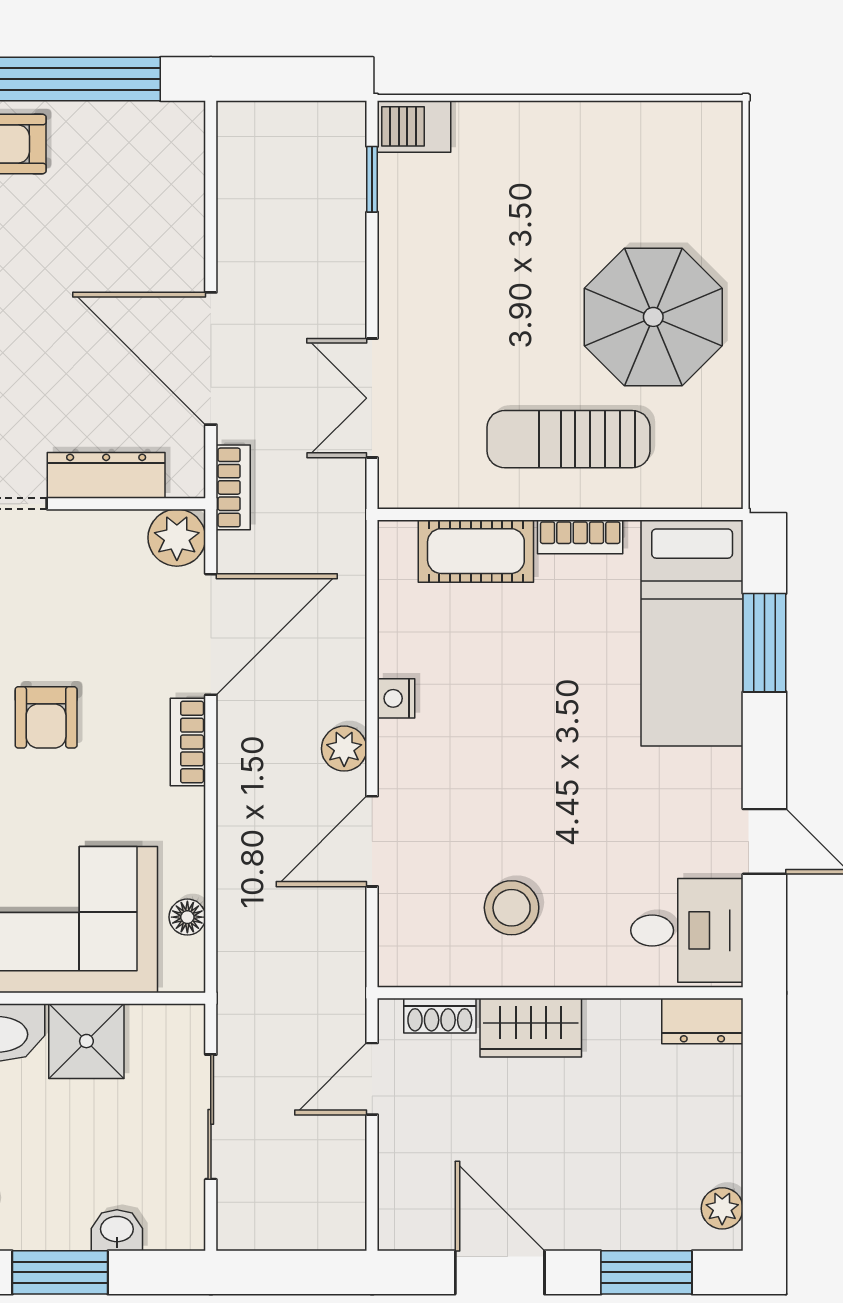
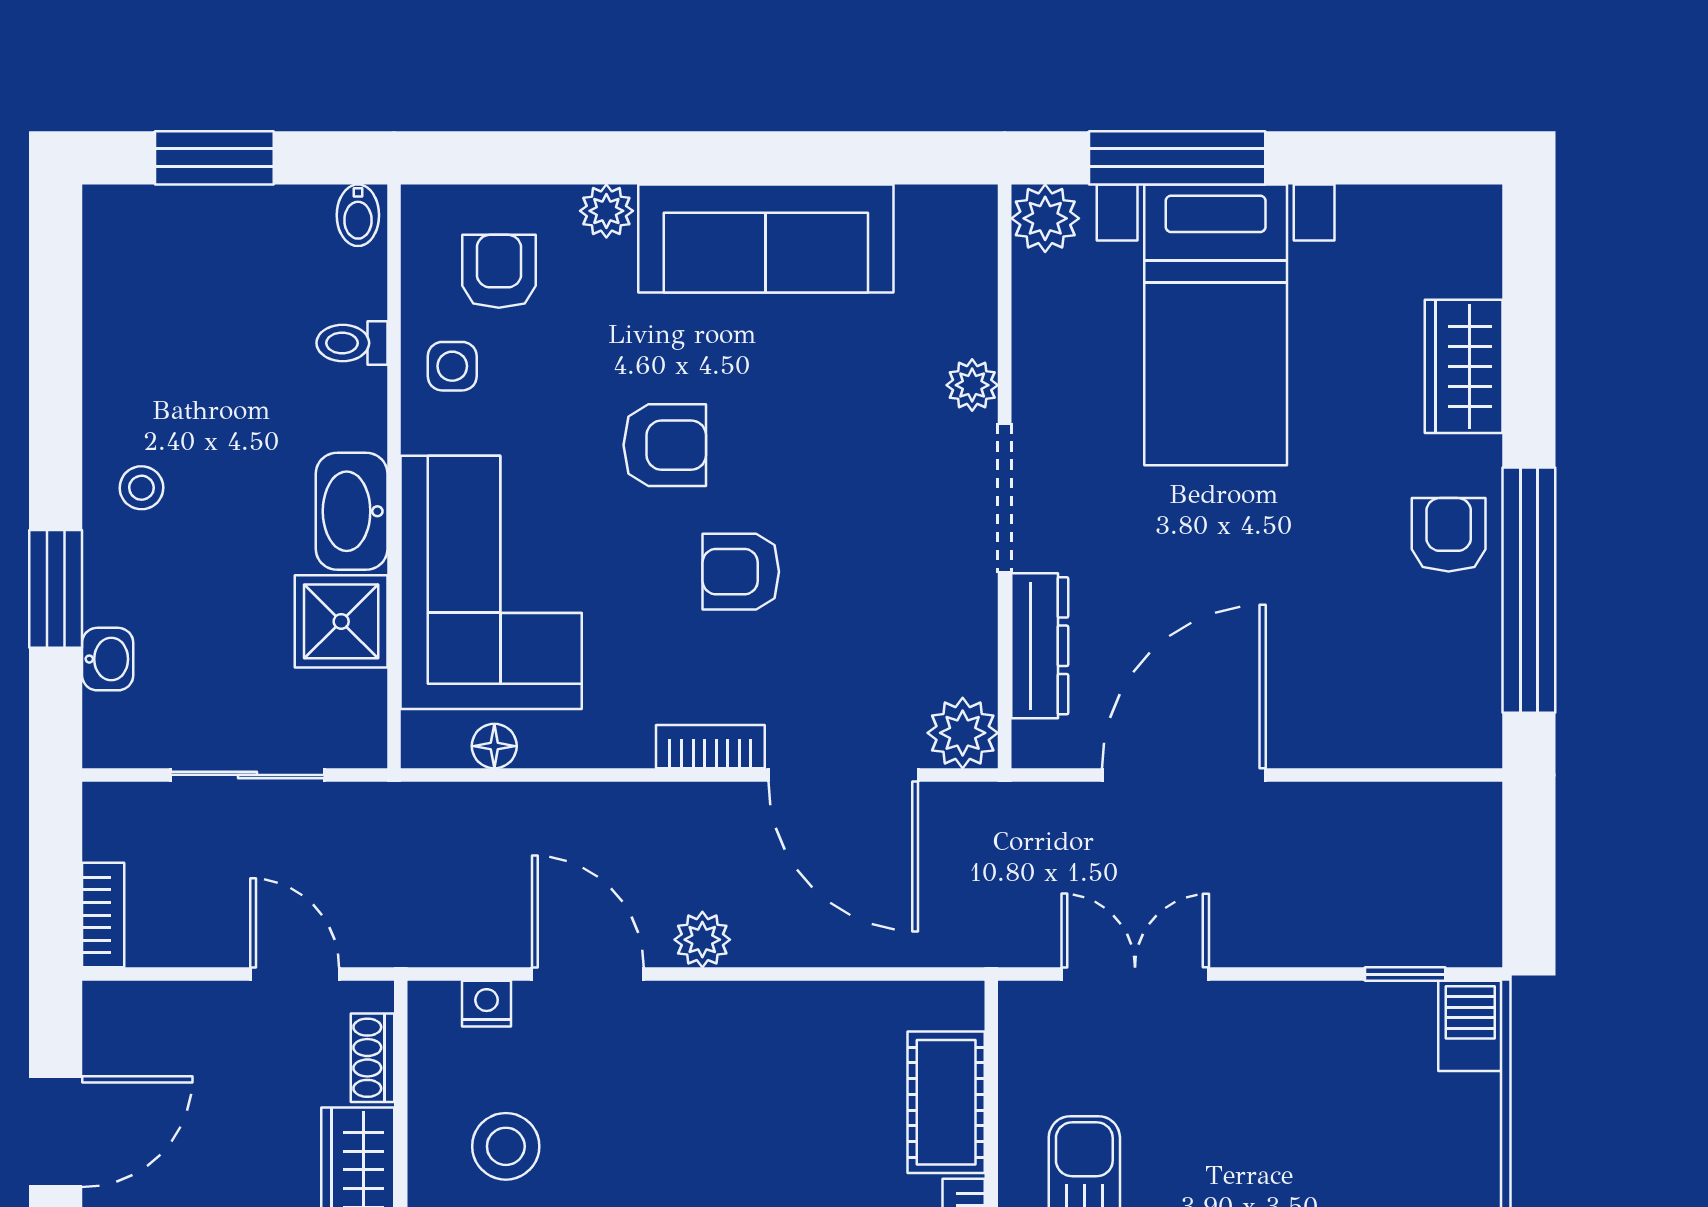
bookcase: (233, 487) -> (103, 915), moved, turned -90
nightstand: (396, 698) -> (487, 1004), moved

